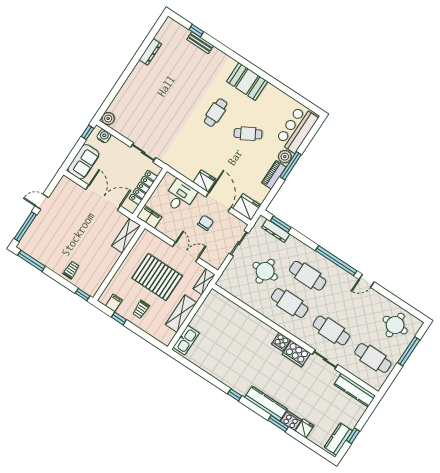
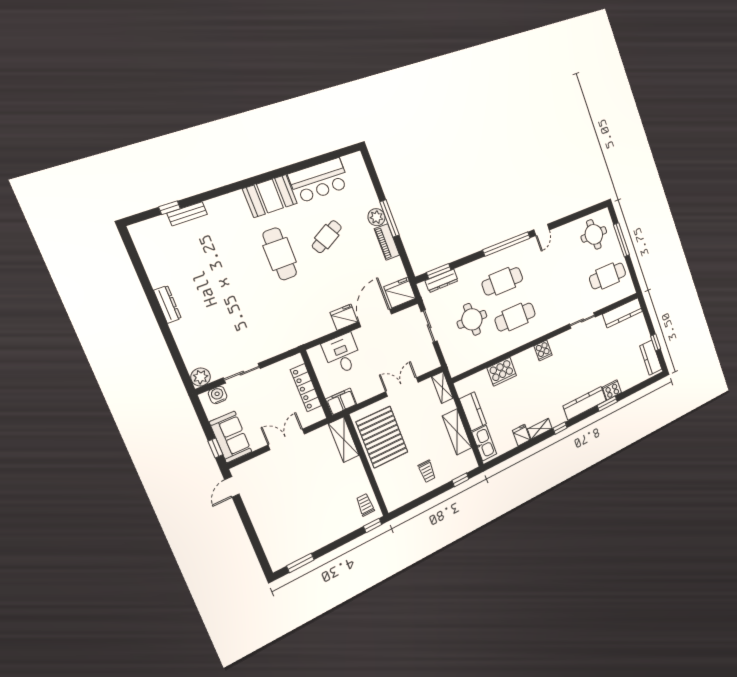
dresser: (150, 52) -> (167, 304), moved
cafe table: (216, 113) -> (280, 254), width x1.37, depth x1.35
bar counter: (297, 129) -> (319, 180), moved, turned -90
window: (88, 132) -> (215, 448), moved
sliding door: (143, 152) -> (242, 373), moved
double door: (103, 198) -> (286, 439), width x0.73
door: (42, 202) -> (232, 487), moved
door: (218, 202) -> (375, 318), hinge flipped
chair: (206, 223) -> (387, 346), removed
window: (25, 227) -> (258, 549), removed
window: (31, 261) -> (300, 563), width x0.69
trolley: (71, 270) -> (365, 505), moved
pallet: (157, 277) -> (382, 437), moved, turned 90
filing cabinet: (114, 303) -> (403, 496), removed
kitchen counter: (202, 316) -> (473, 411), added
window: (119, 319) -> (460, 480), moved
cafe table: (331, 331) -> (563, 296), removed
cooker: (296, 354) -> (502, 372), moved
shelving: (224, 378) -> (540, 429), added
fridge: (305, 428) -> (521, 435), moved

